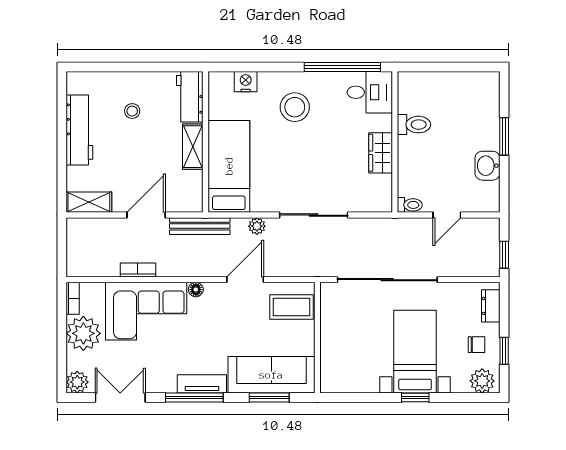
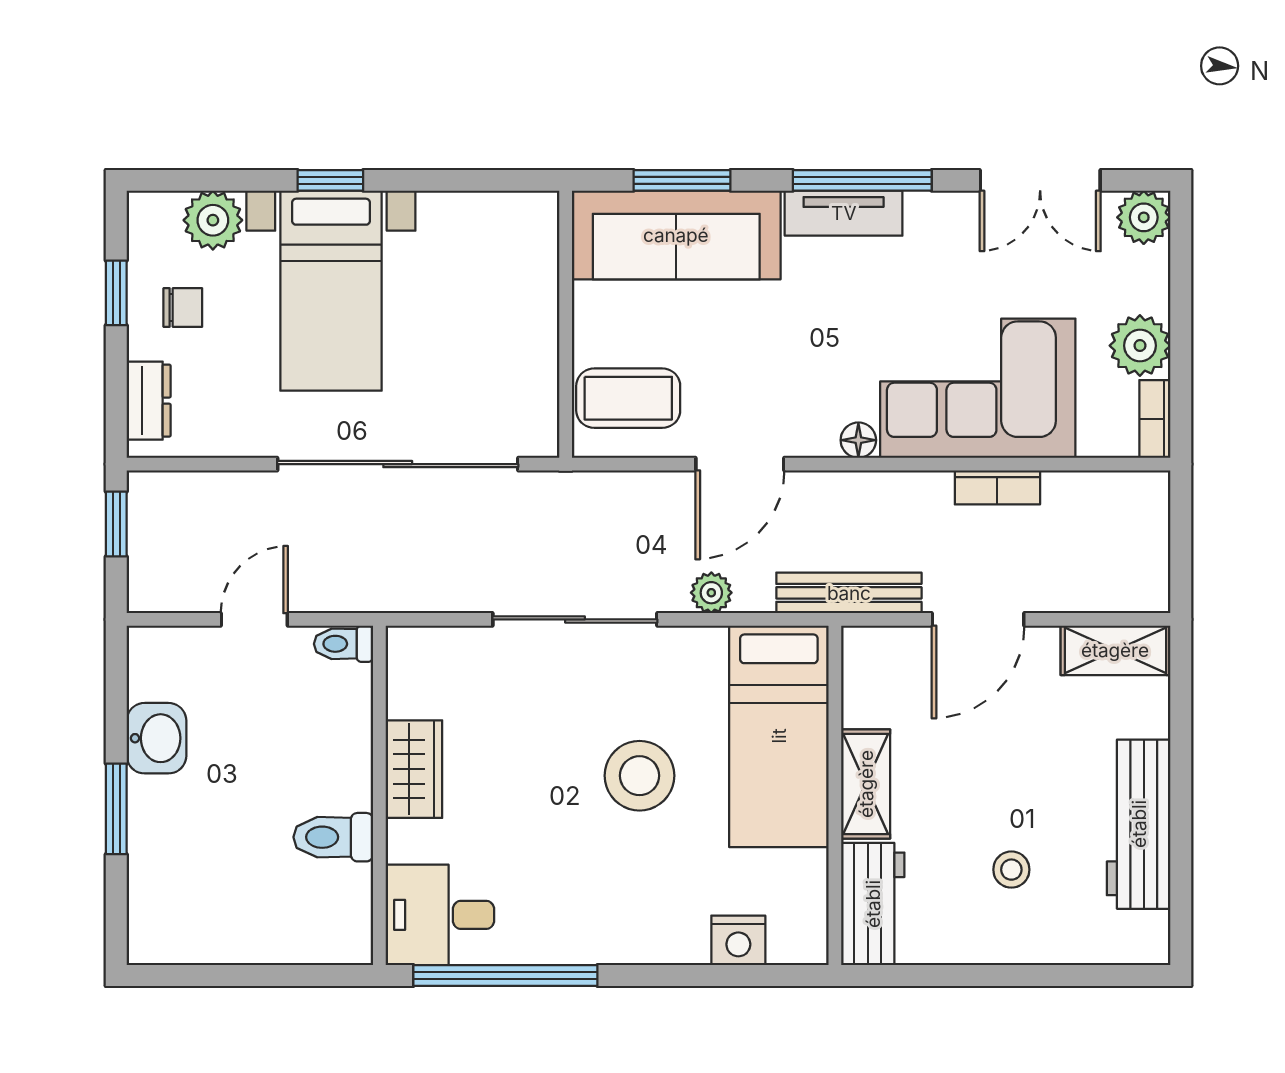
stool: (295, 107) -> (640, 776), moved
plant: (83, 333) -> (1140, 346), width x0.73, depth x0.73
chair: (477, 345) -> (183, 307), turned 180
plant: (482, 381) -> (213, 220), moved

